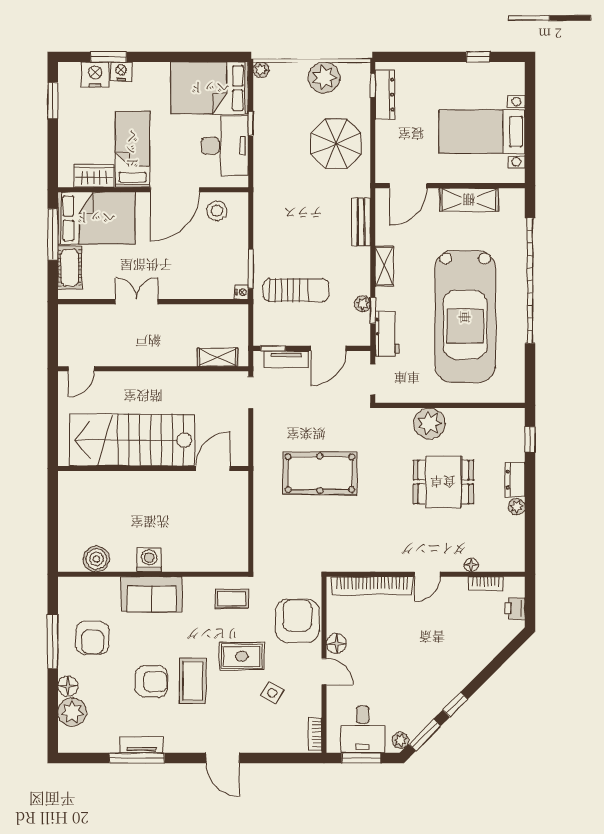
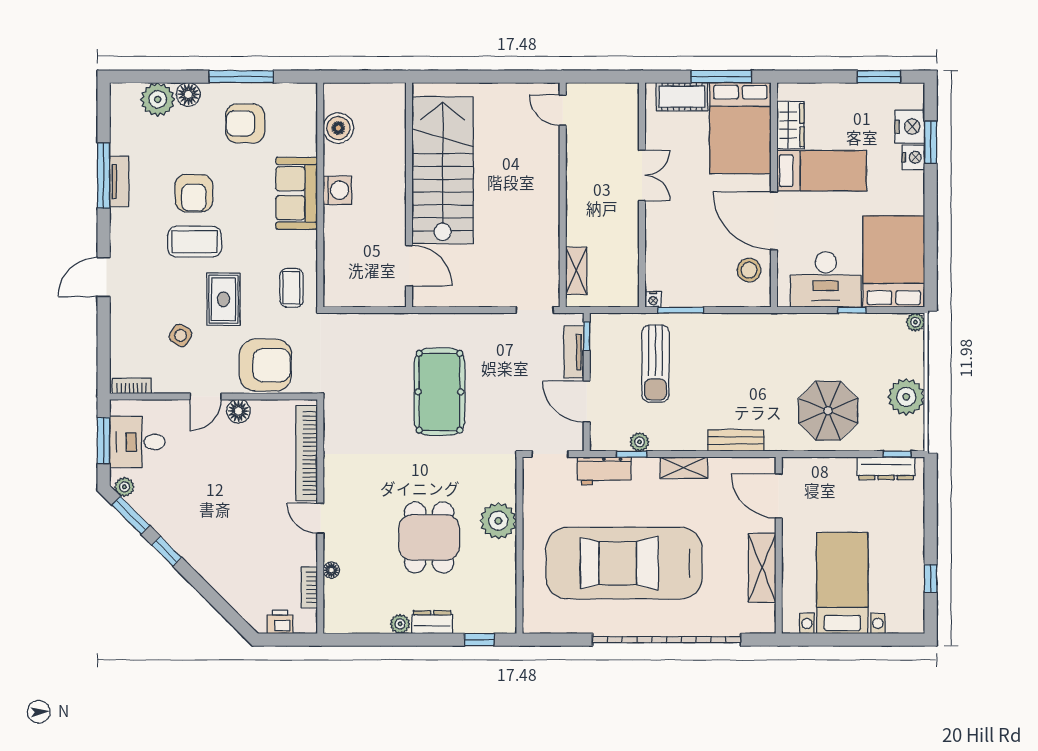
stairs: (132, 440) -> (443, 170), moved
wall: (153, 468) -> (409, 195), moved
door: (213, 468) -> (409, 266), moved

